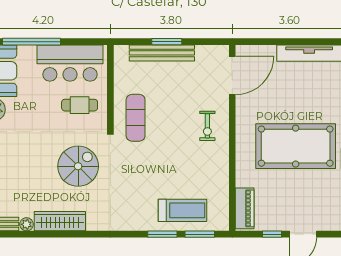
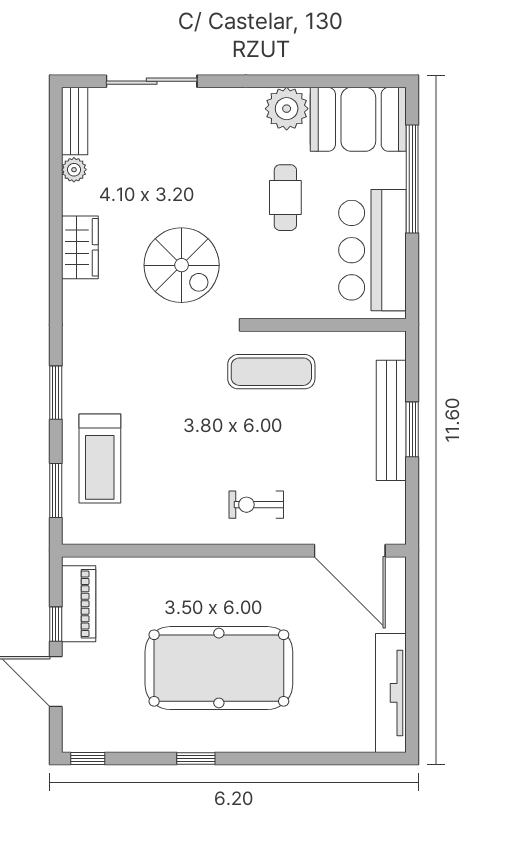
cafe table: (80, 105) -> (285, 198), moved
pool table: (296, 146) -> (219, 668), turned 90
piano: (245, 208) -> (79, 604), moved, turned -90
wardrobe: (60, 221) -> (80, 247), width x0.67
window: (162, 234) -> (56, 393), moved

